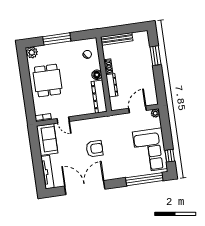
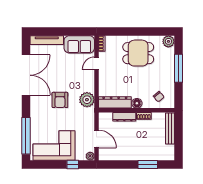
plant: (100, 124) -> (87, 100), added
armchair: (94, 149) -> (60, 100), moved
window: (170, 156) -> (73, 165), moved

